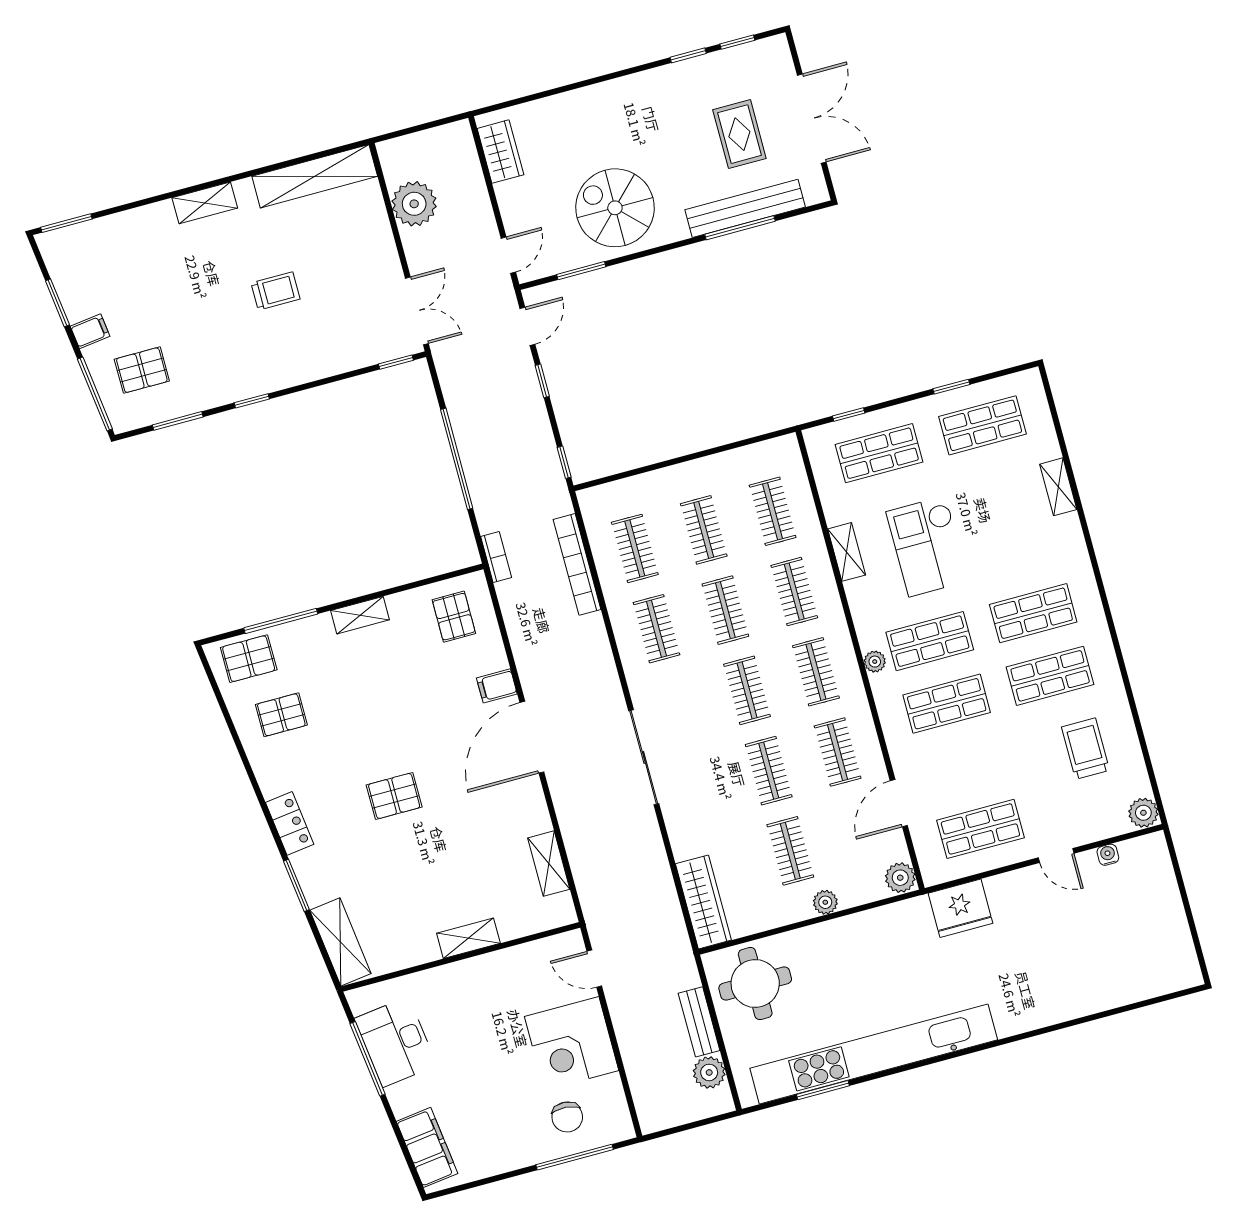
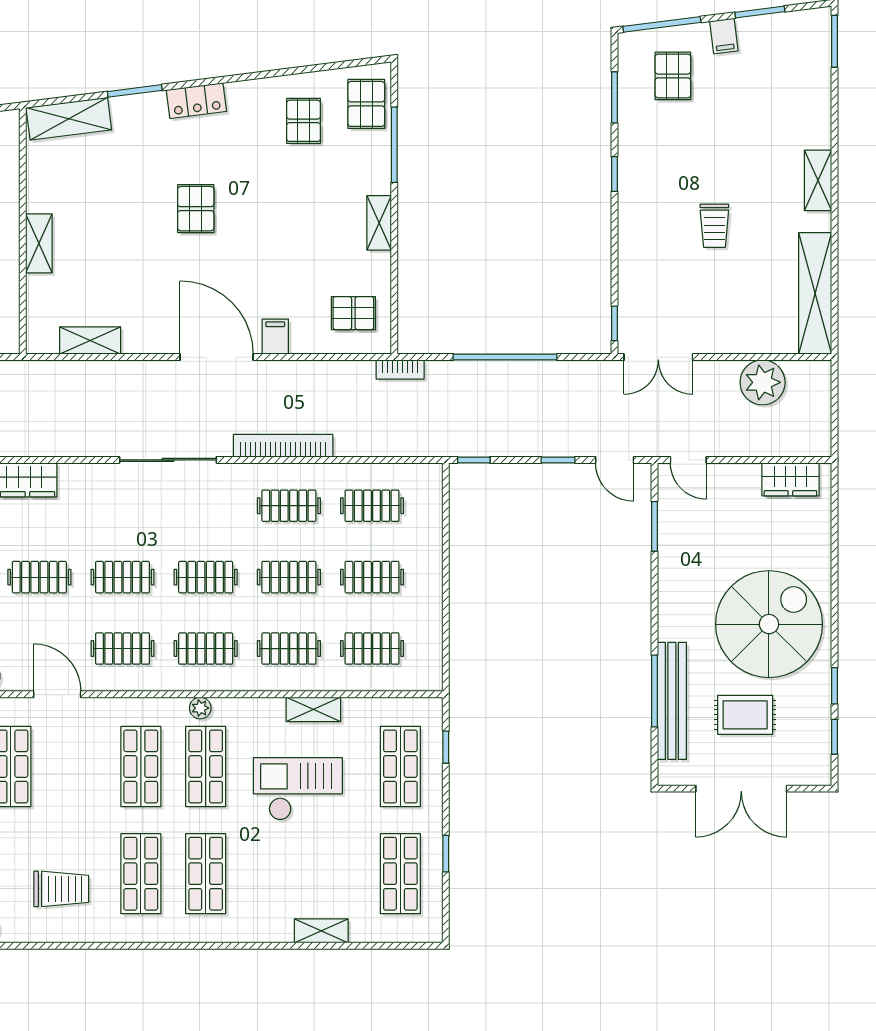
spiral stairs: (615, 208) -> (769, 624), moved, width x1.37, depth x1.37
bookcase: (577, 564) -> (283, 446), moved

